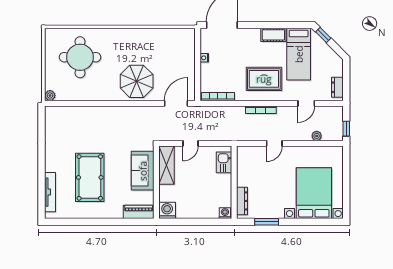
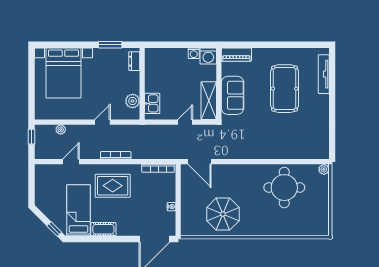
round table: (80, 57) -> (284, 188), moved
parasol: (137, 81) -> (223, 214), moved
dresser: (337, 87) -> (40, 178), removed
door: (176, 103) -> (199, 162), hinge flipped
plant: (244, 165) -> (133, 101), added
dresser: (242, 201) -> (134, 61), width x0.70
washing machine: (225, 213) -> (194, 53), moved

